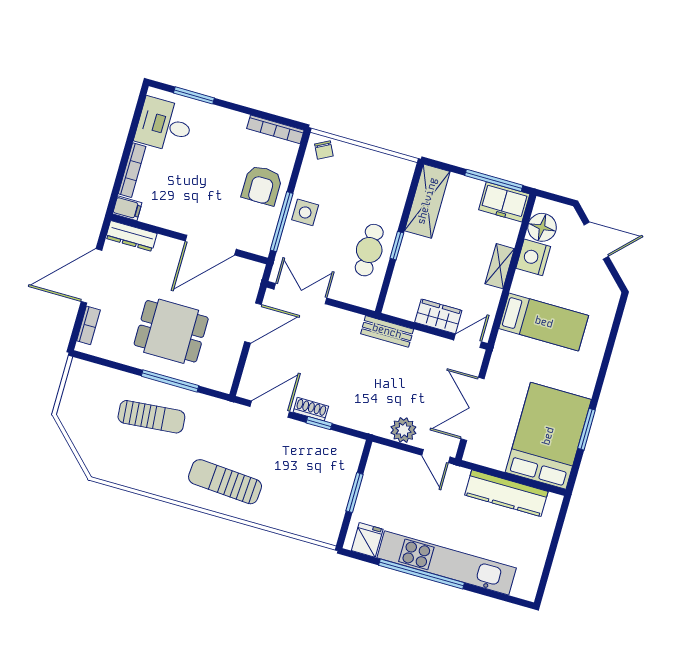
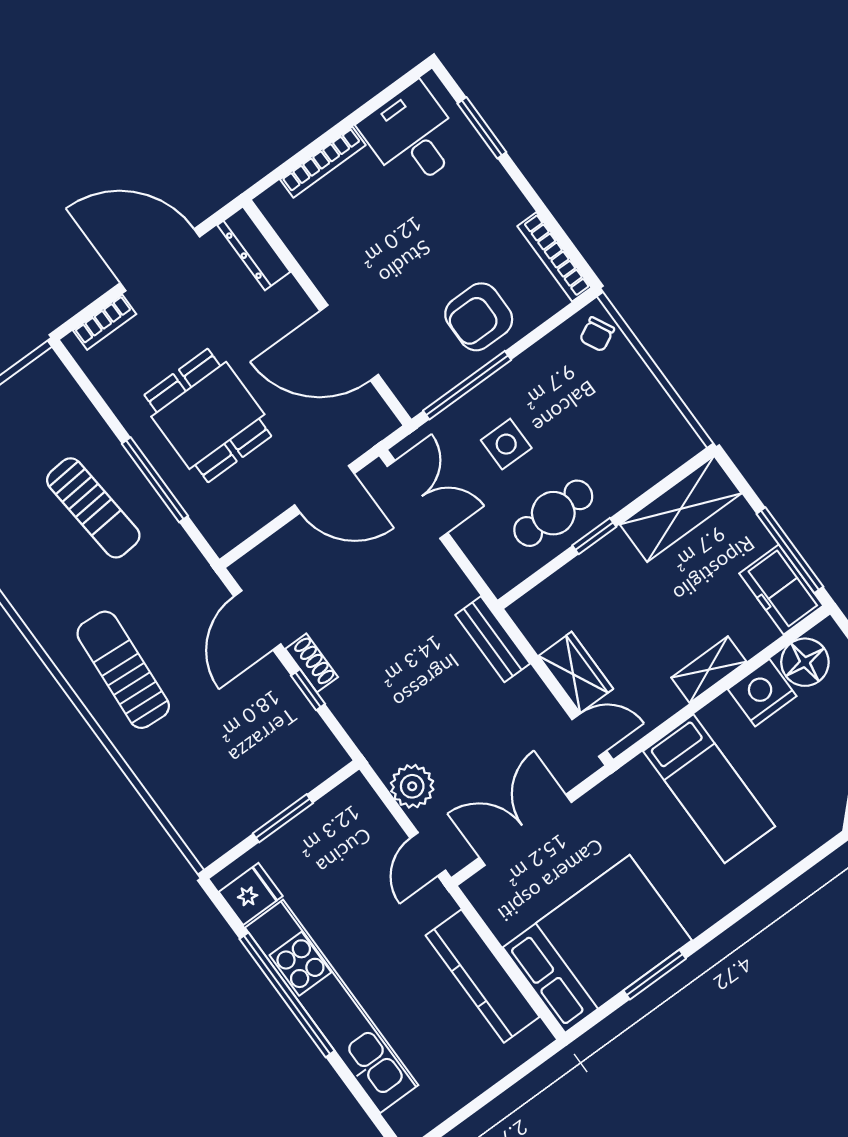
filing cabinet: (127, 208) -> (277, 208), removed
side table: (305, 212) -> (506, 444), moved
door: (270, 409) -> (257, 620), swing flipped

